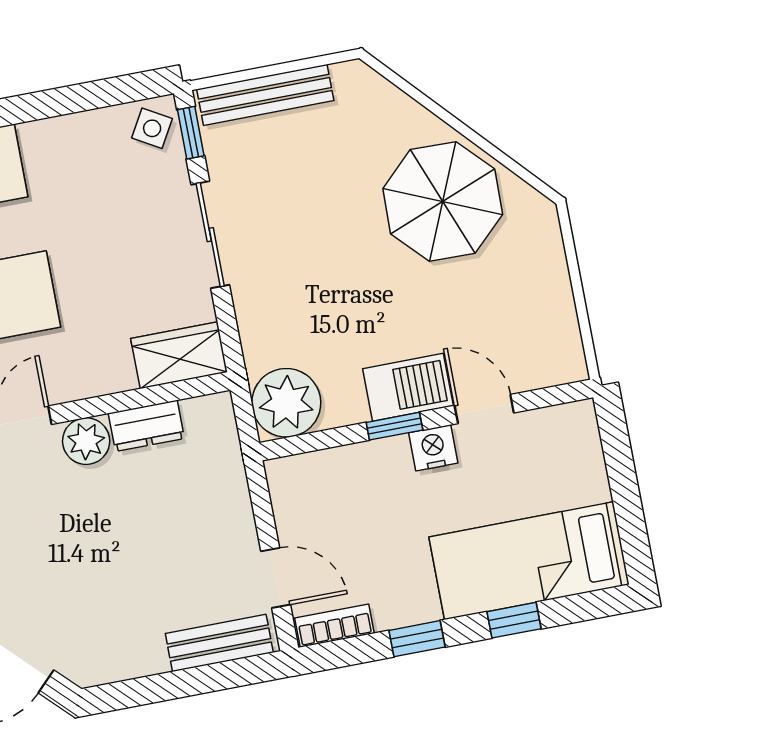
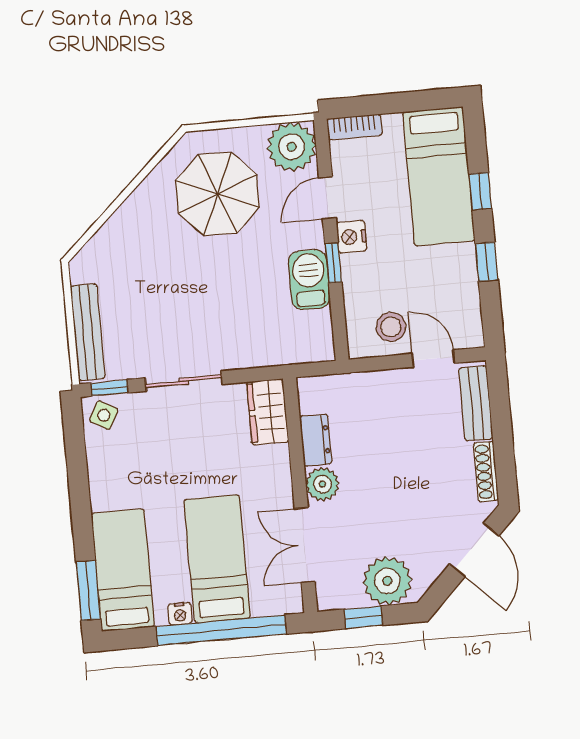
parasol: (443, 201) -> (218, 194), moved
barbecue: (408, 387) -> (309, 280), moved
plant: (286, 403) -> (292, 147), moved
stool: (314, 515) -> (391, 327), added
door: (276, 578) -> (433, 358), hinge flipped
bookcase: (334, 626) -> (354, 127), moved, turned -90
shoe rack: (126, 666) -> (486, 472), added

